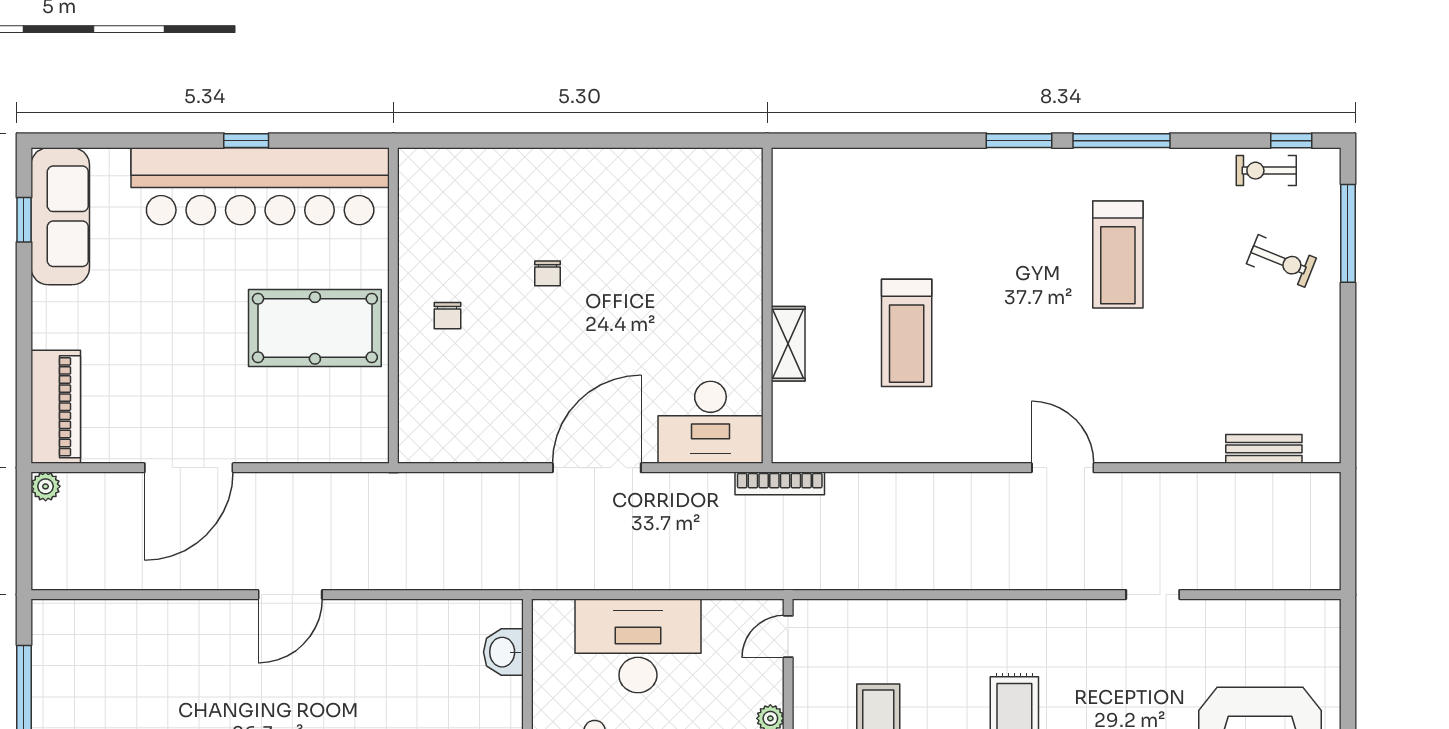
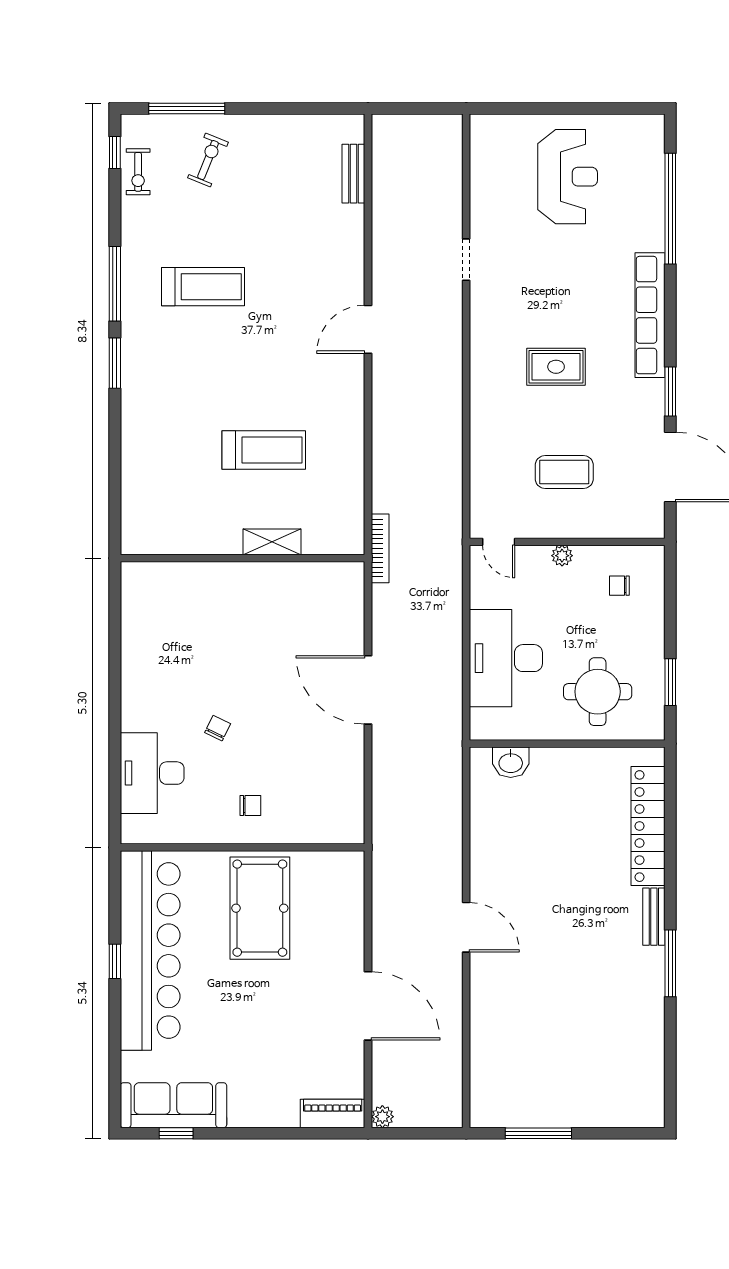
chair: (548, 273) -> (218, 728), turned -64
piano: (56, 407) -> (333, 1113), width x0.73, depth x0.75
desk: (710, 422) -> (152, 773), moved, turned 180

